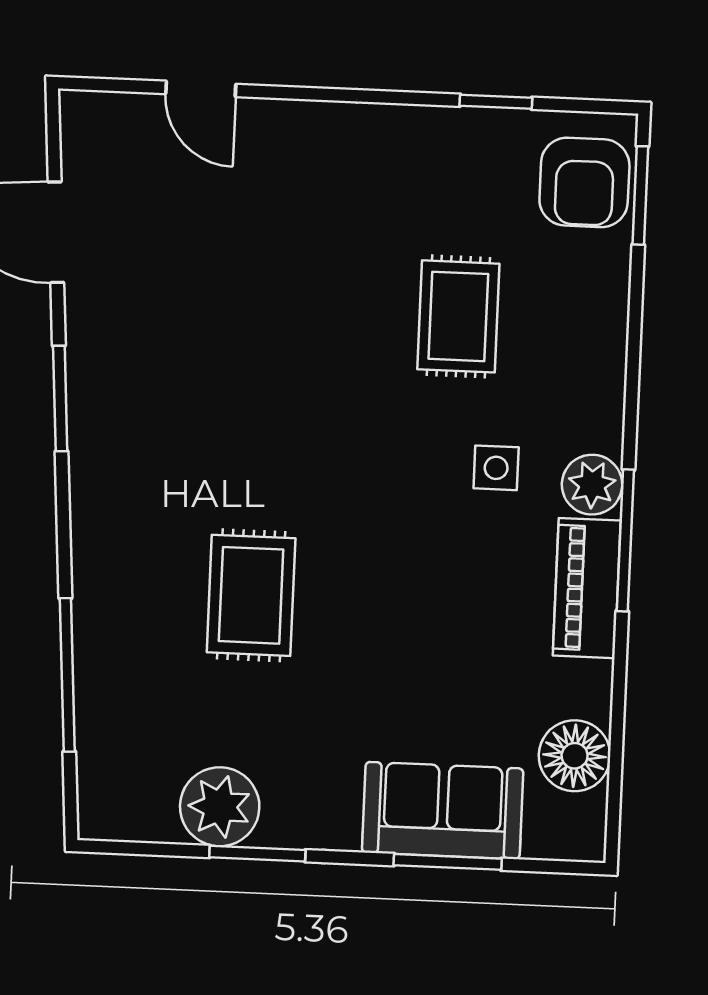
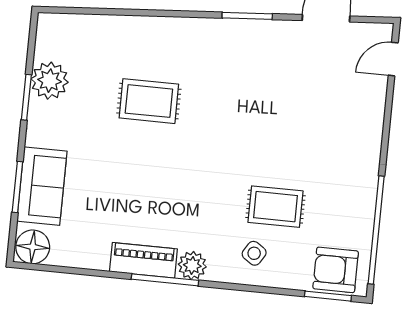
door: (201, 89) -> (393, 59), moved
window: (496, 102) -> (376, 230), width x3.17
side table: (496, 468) -> (254, 253), moved, turned 33
window: (67, 675) -> (116, 12), removed
floor lamp: (575, 756) -> (33, 247), moved

